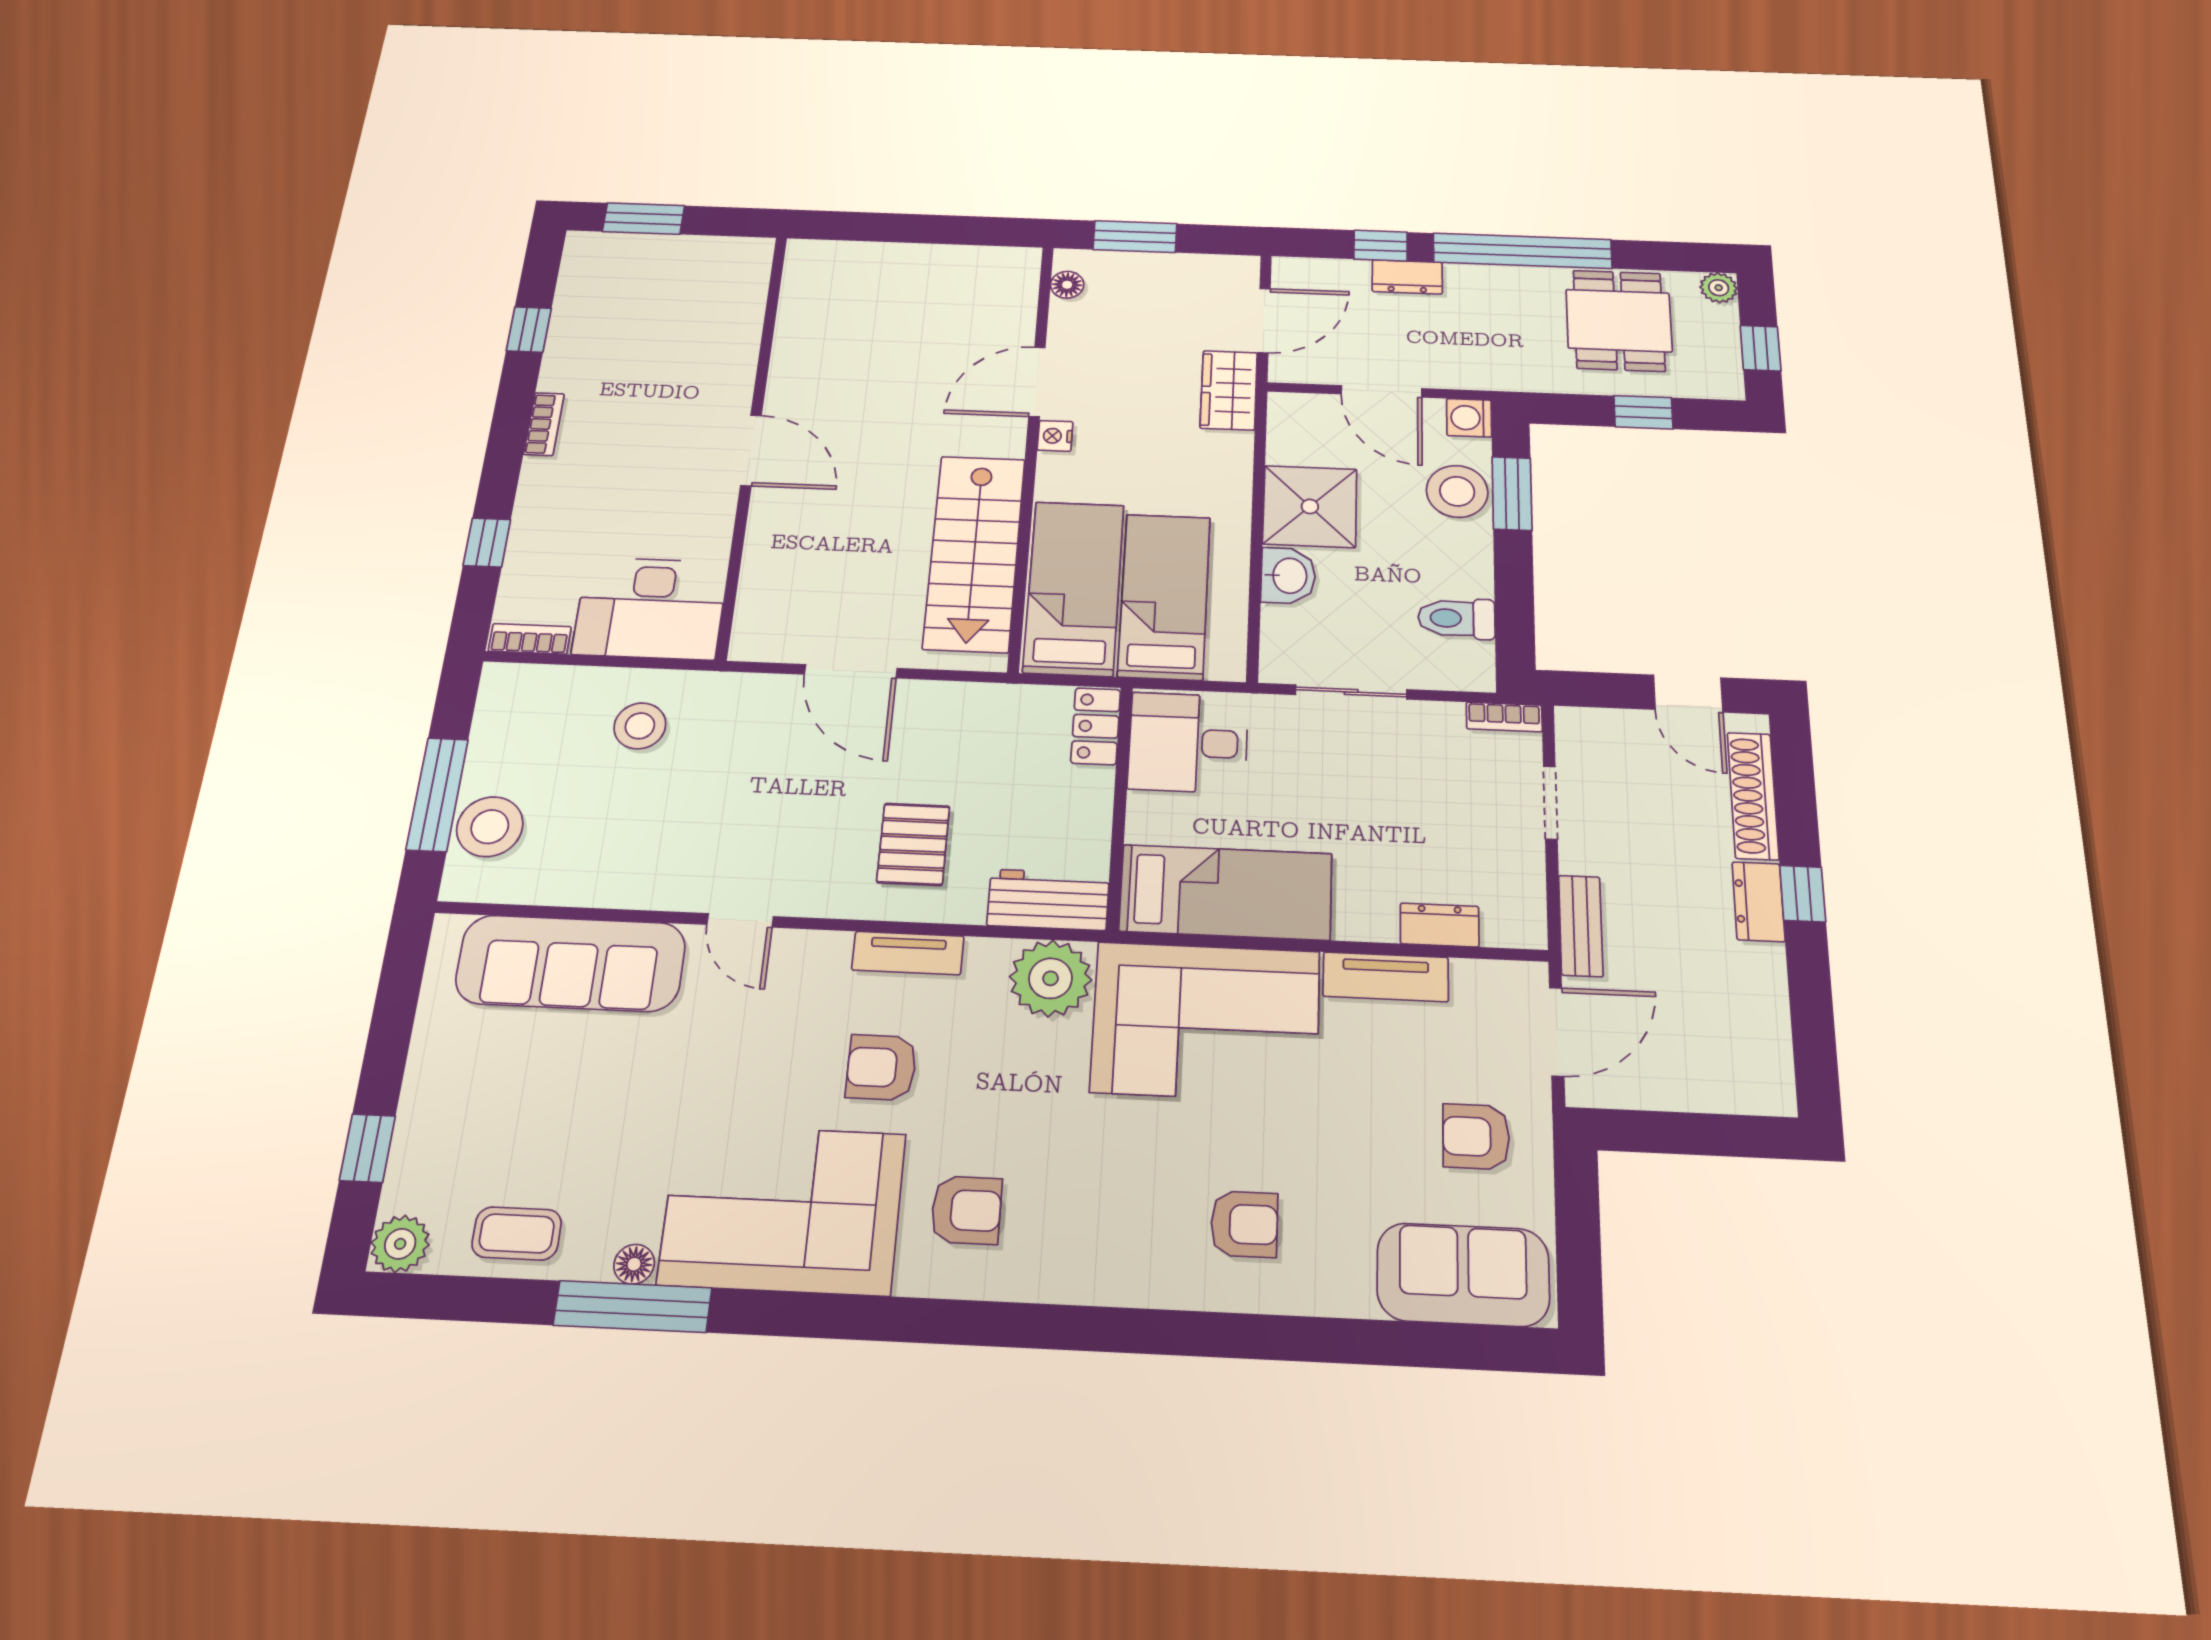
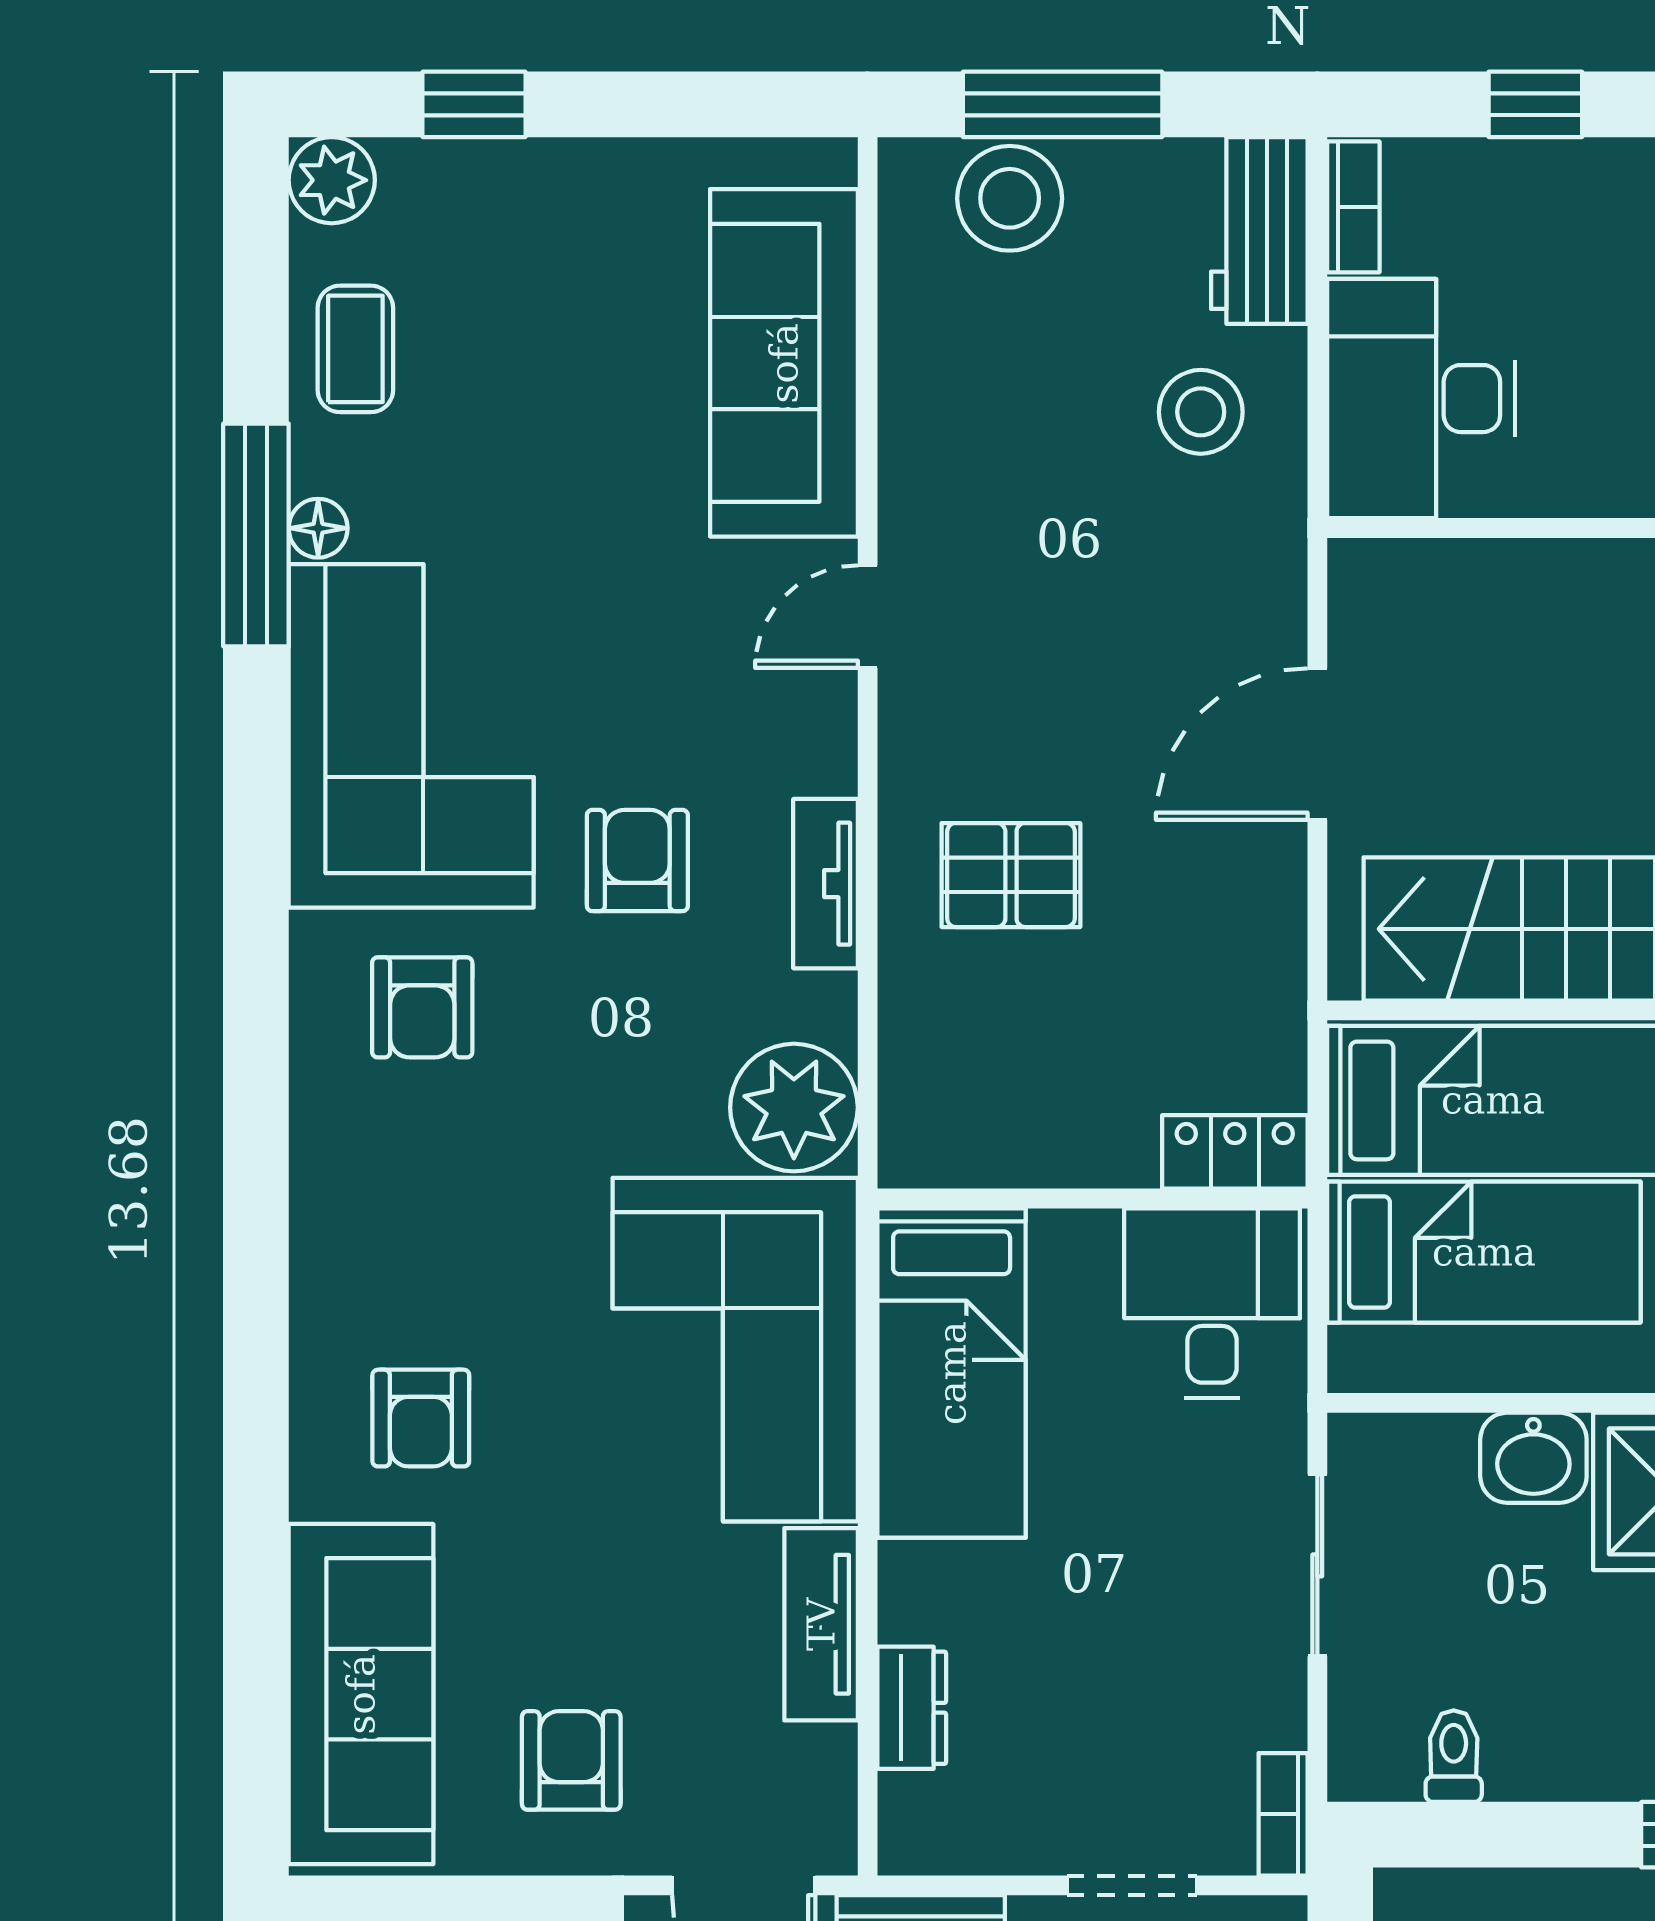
toilet: (1457, 618) -> (1454, 1756), width x0.73, depth x0.72
workbench: (1048, 900) -> (1259, 230), moved, turned 180
sofa: (1463, 1275) -> (361, 1694), width x1.36

